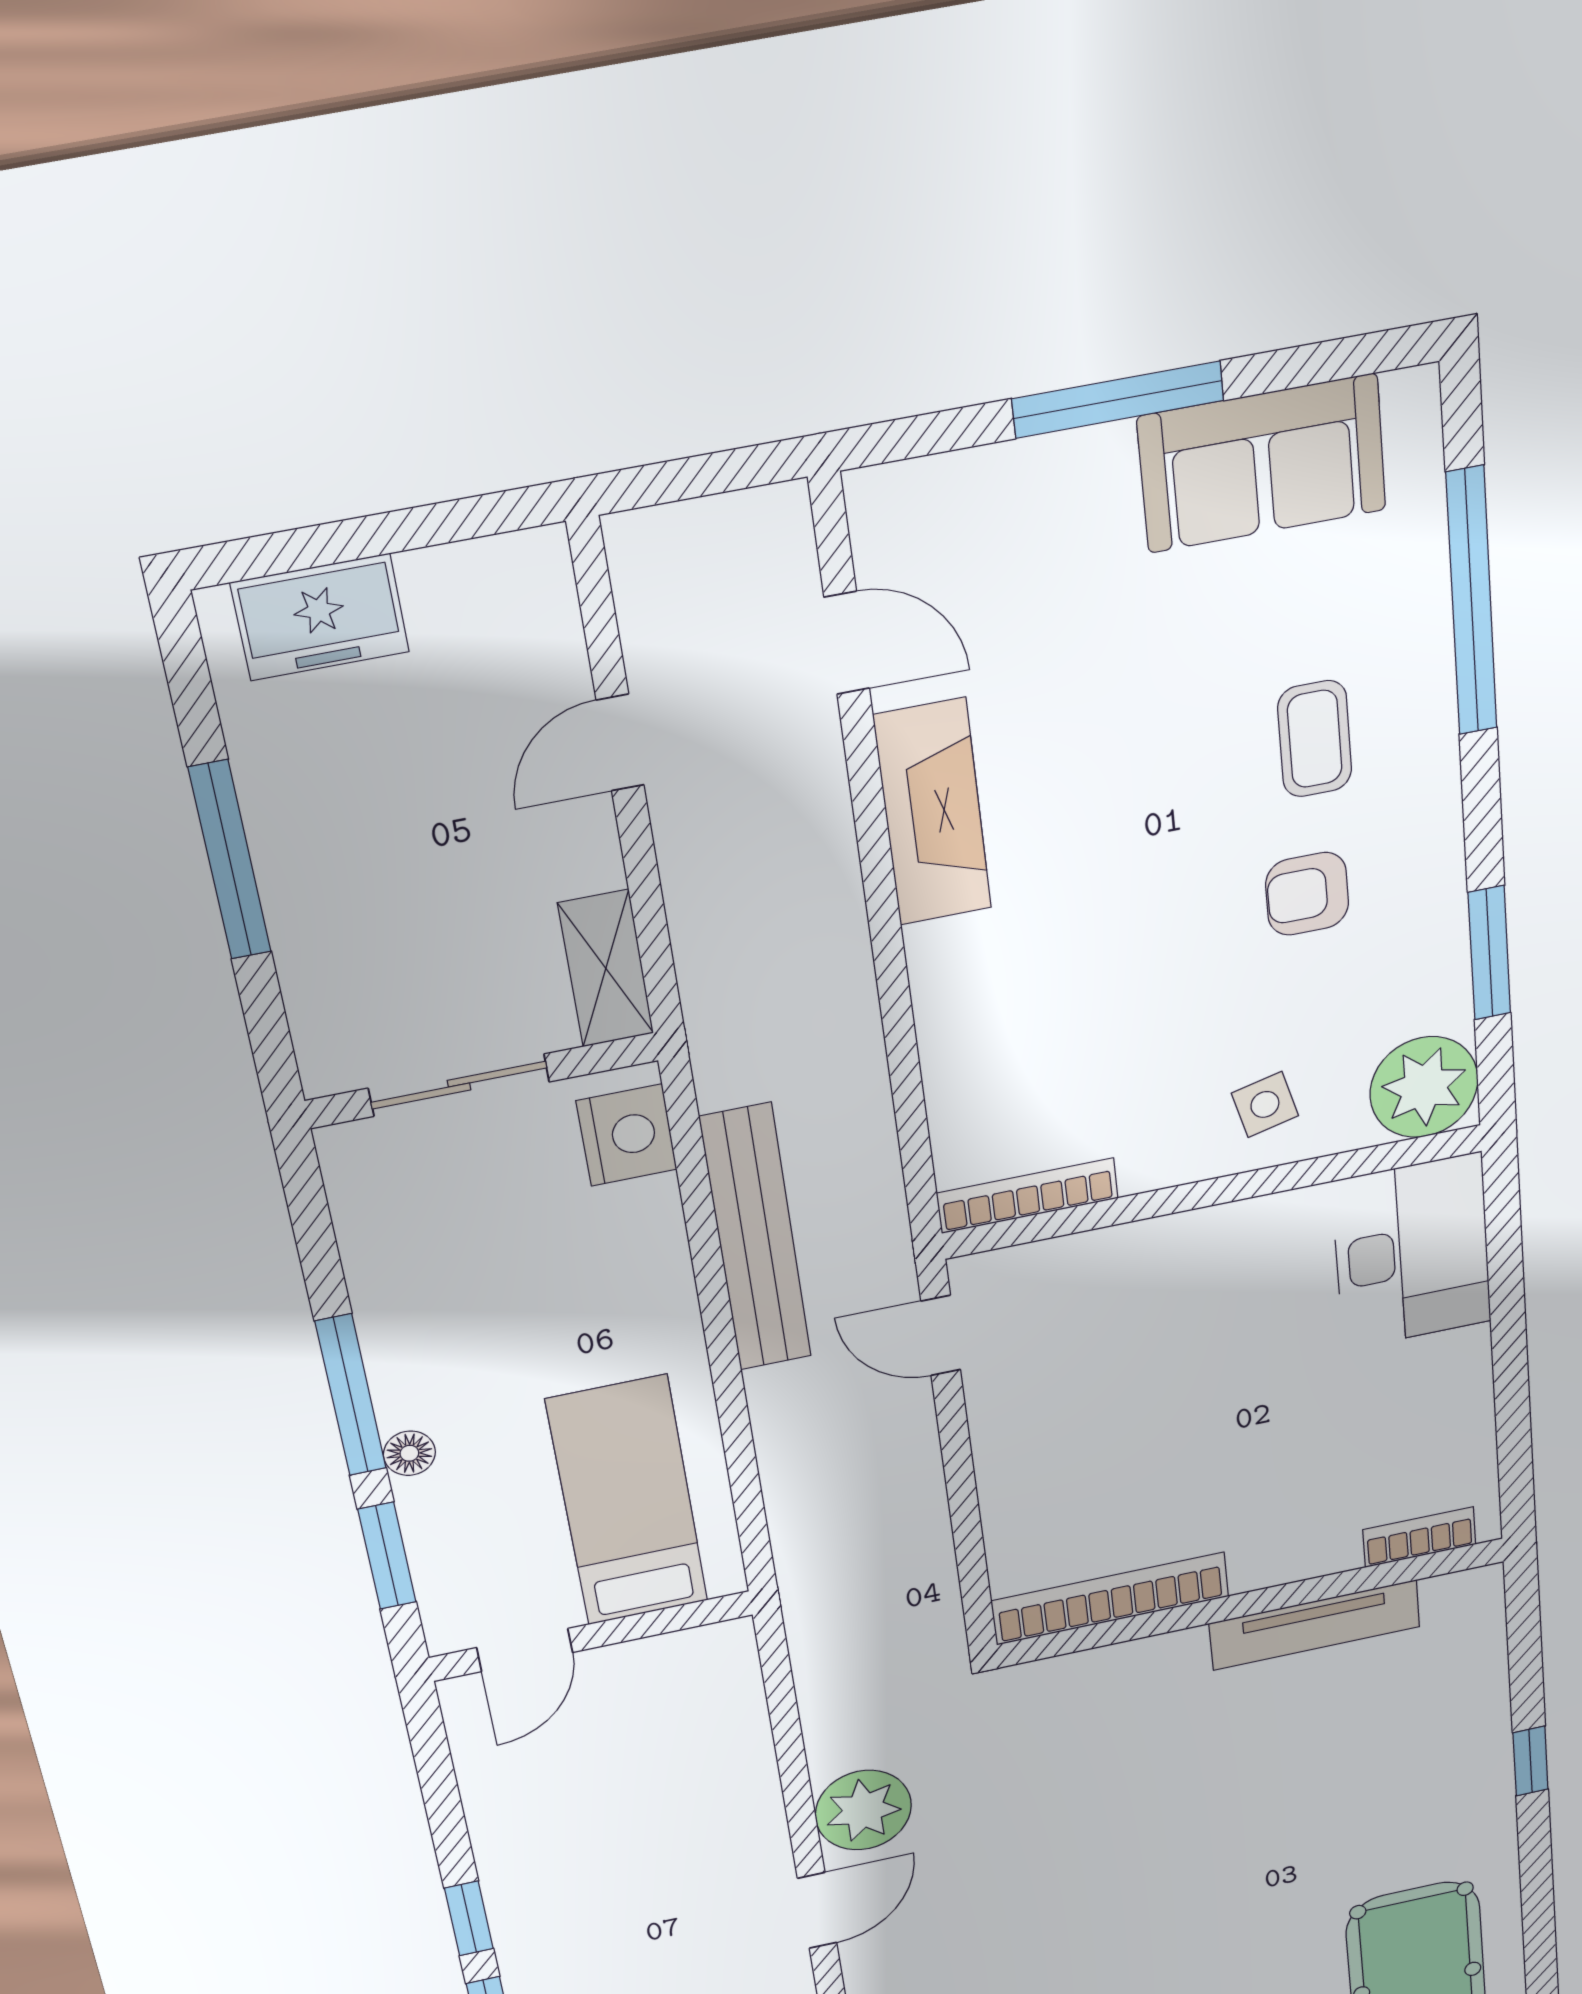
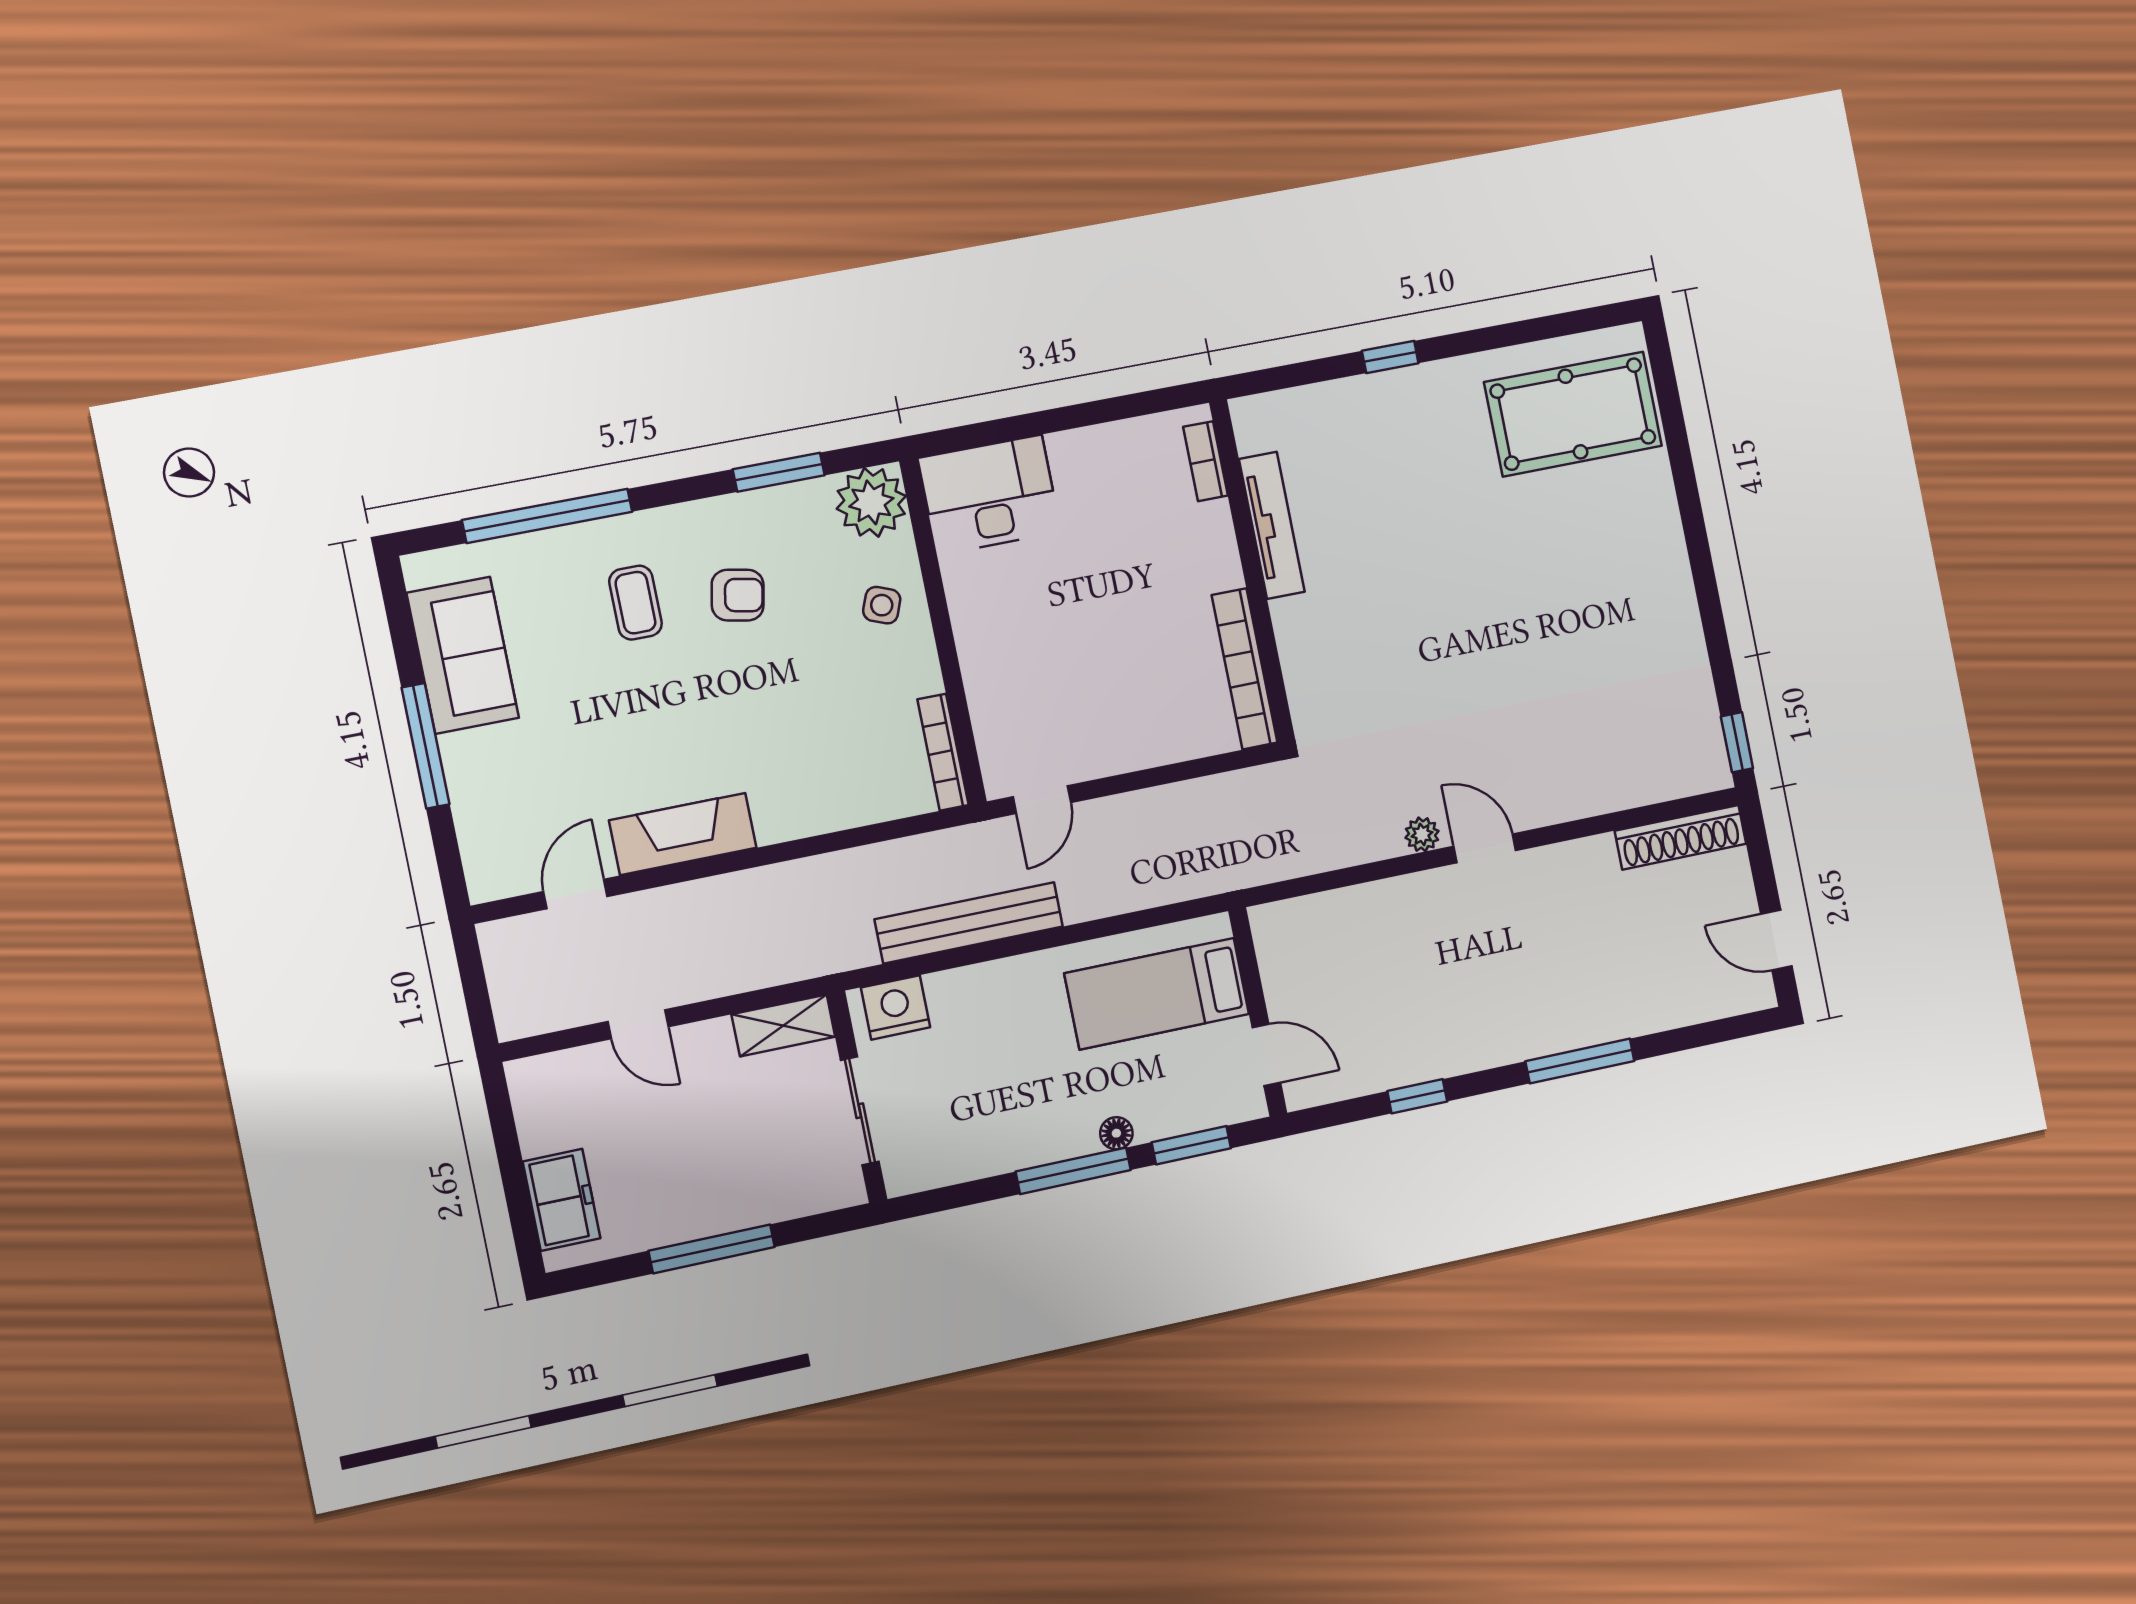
coffee table: (1315, 739) -> (635, 603), turned 90
armchair: (1307, 894) -> (738, 595), turned -79
side table: (1265, 1104) -> (882, 605), turned 35
plant: (863, 1810) -> (1422, 834), width x0.53, depth x0.53
window: (469, 1918) -> (1417, 1096), moved

